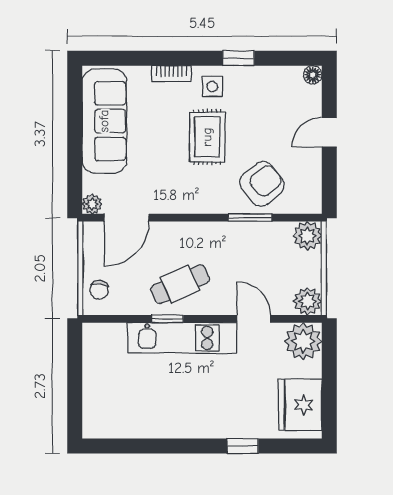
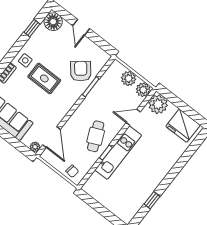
window: (238, 58) -> (32, 28), moved
floor lamp: (313, 75) -> (53, 22), width x1.89, depth x1.89
plant: (307, 236) -> (129, 79), moved
window: (243, 446) -> (152, 200), moved

